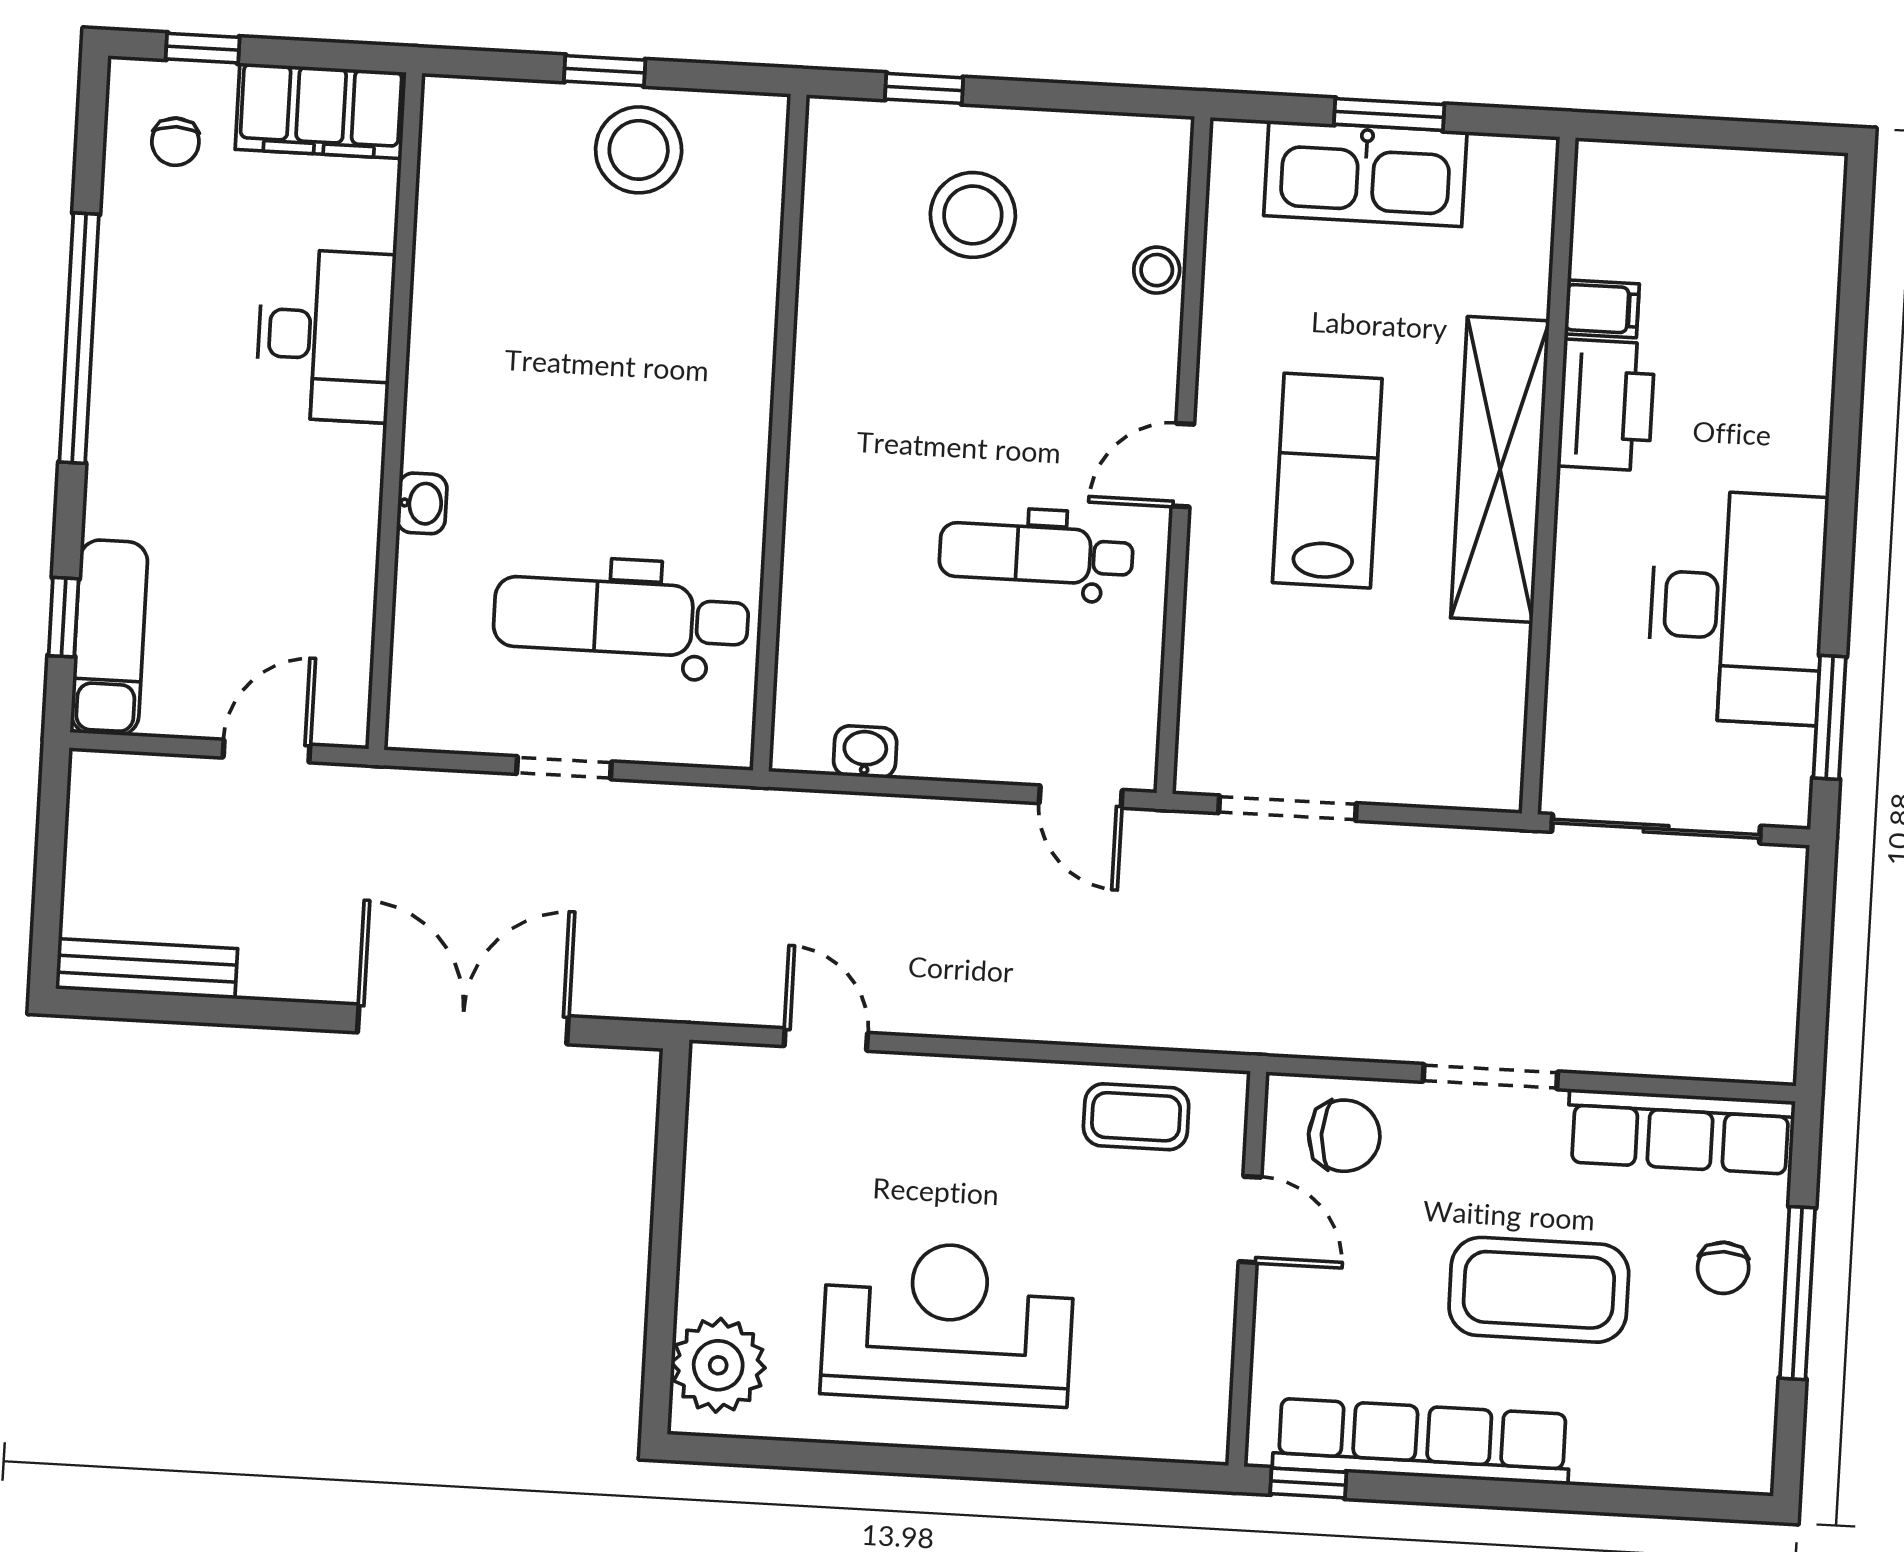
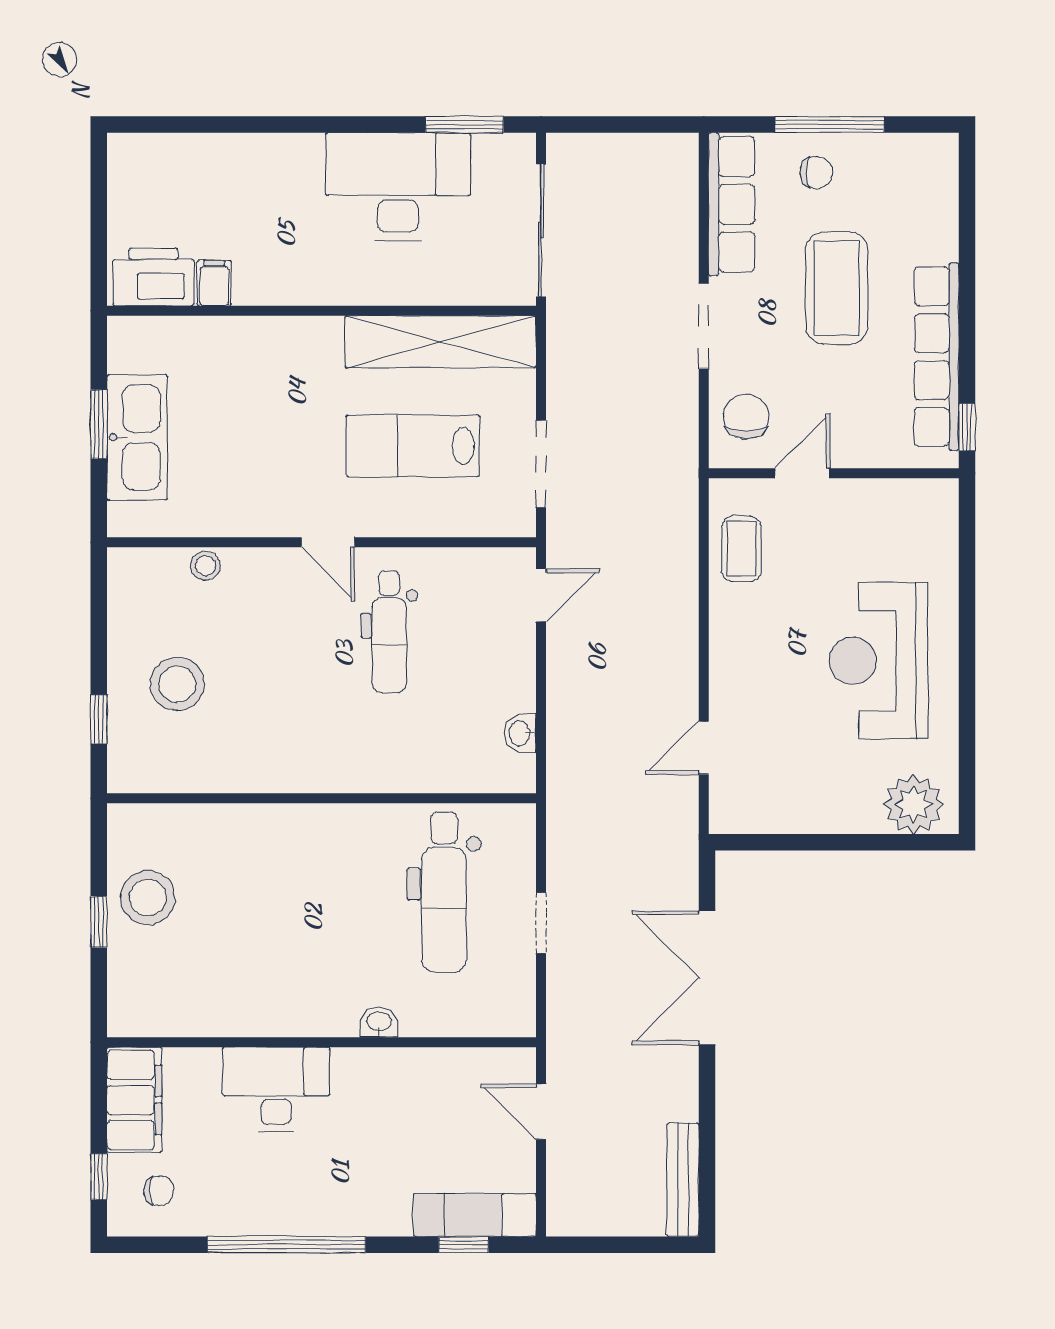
printer: (1606, 405) -> (154, 277), moved
shelving: (1500, 469) -> (441, 342), moved
lab bench: (1327, 481) -> (413, 446), moved

